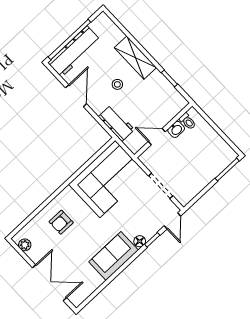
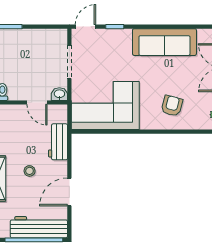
washbasin: (176, 129) -> (59, 94), moved
armchair: (61, 222) -> (172, 106), turned -75
floor lamp: (140, 241) -> (125, 35), removed
sofa: (114, 256) -> (164, 42), width x1.36

